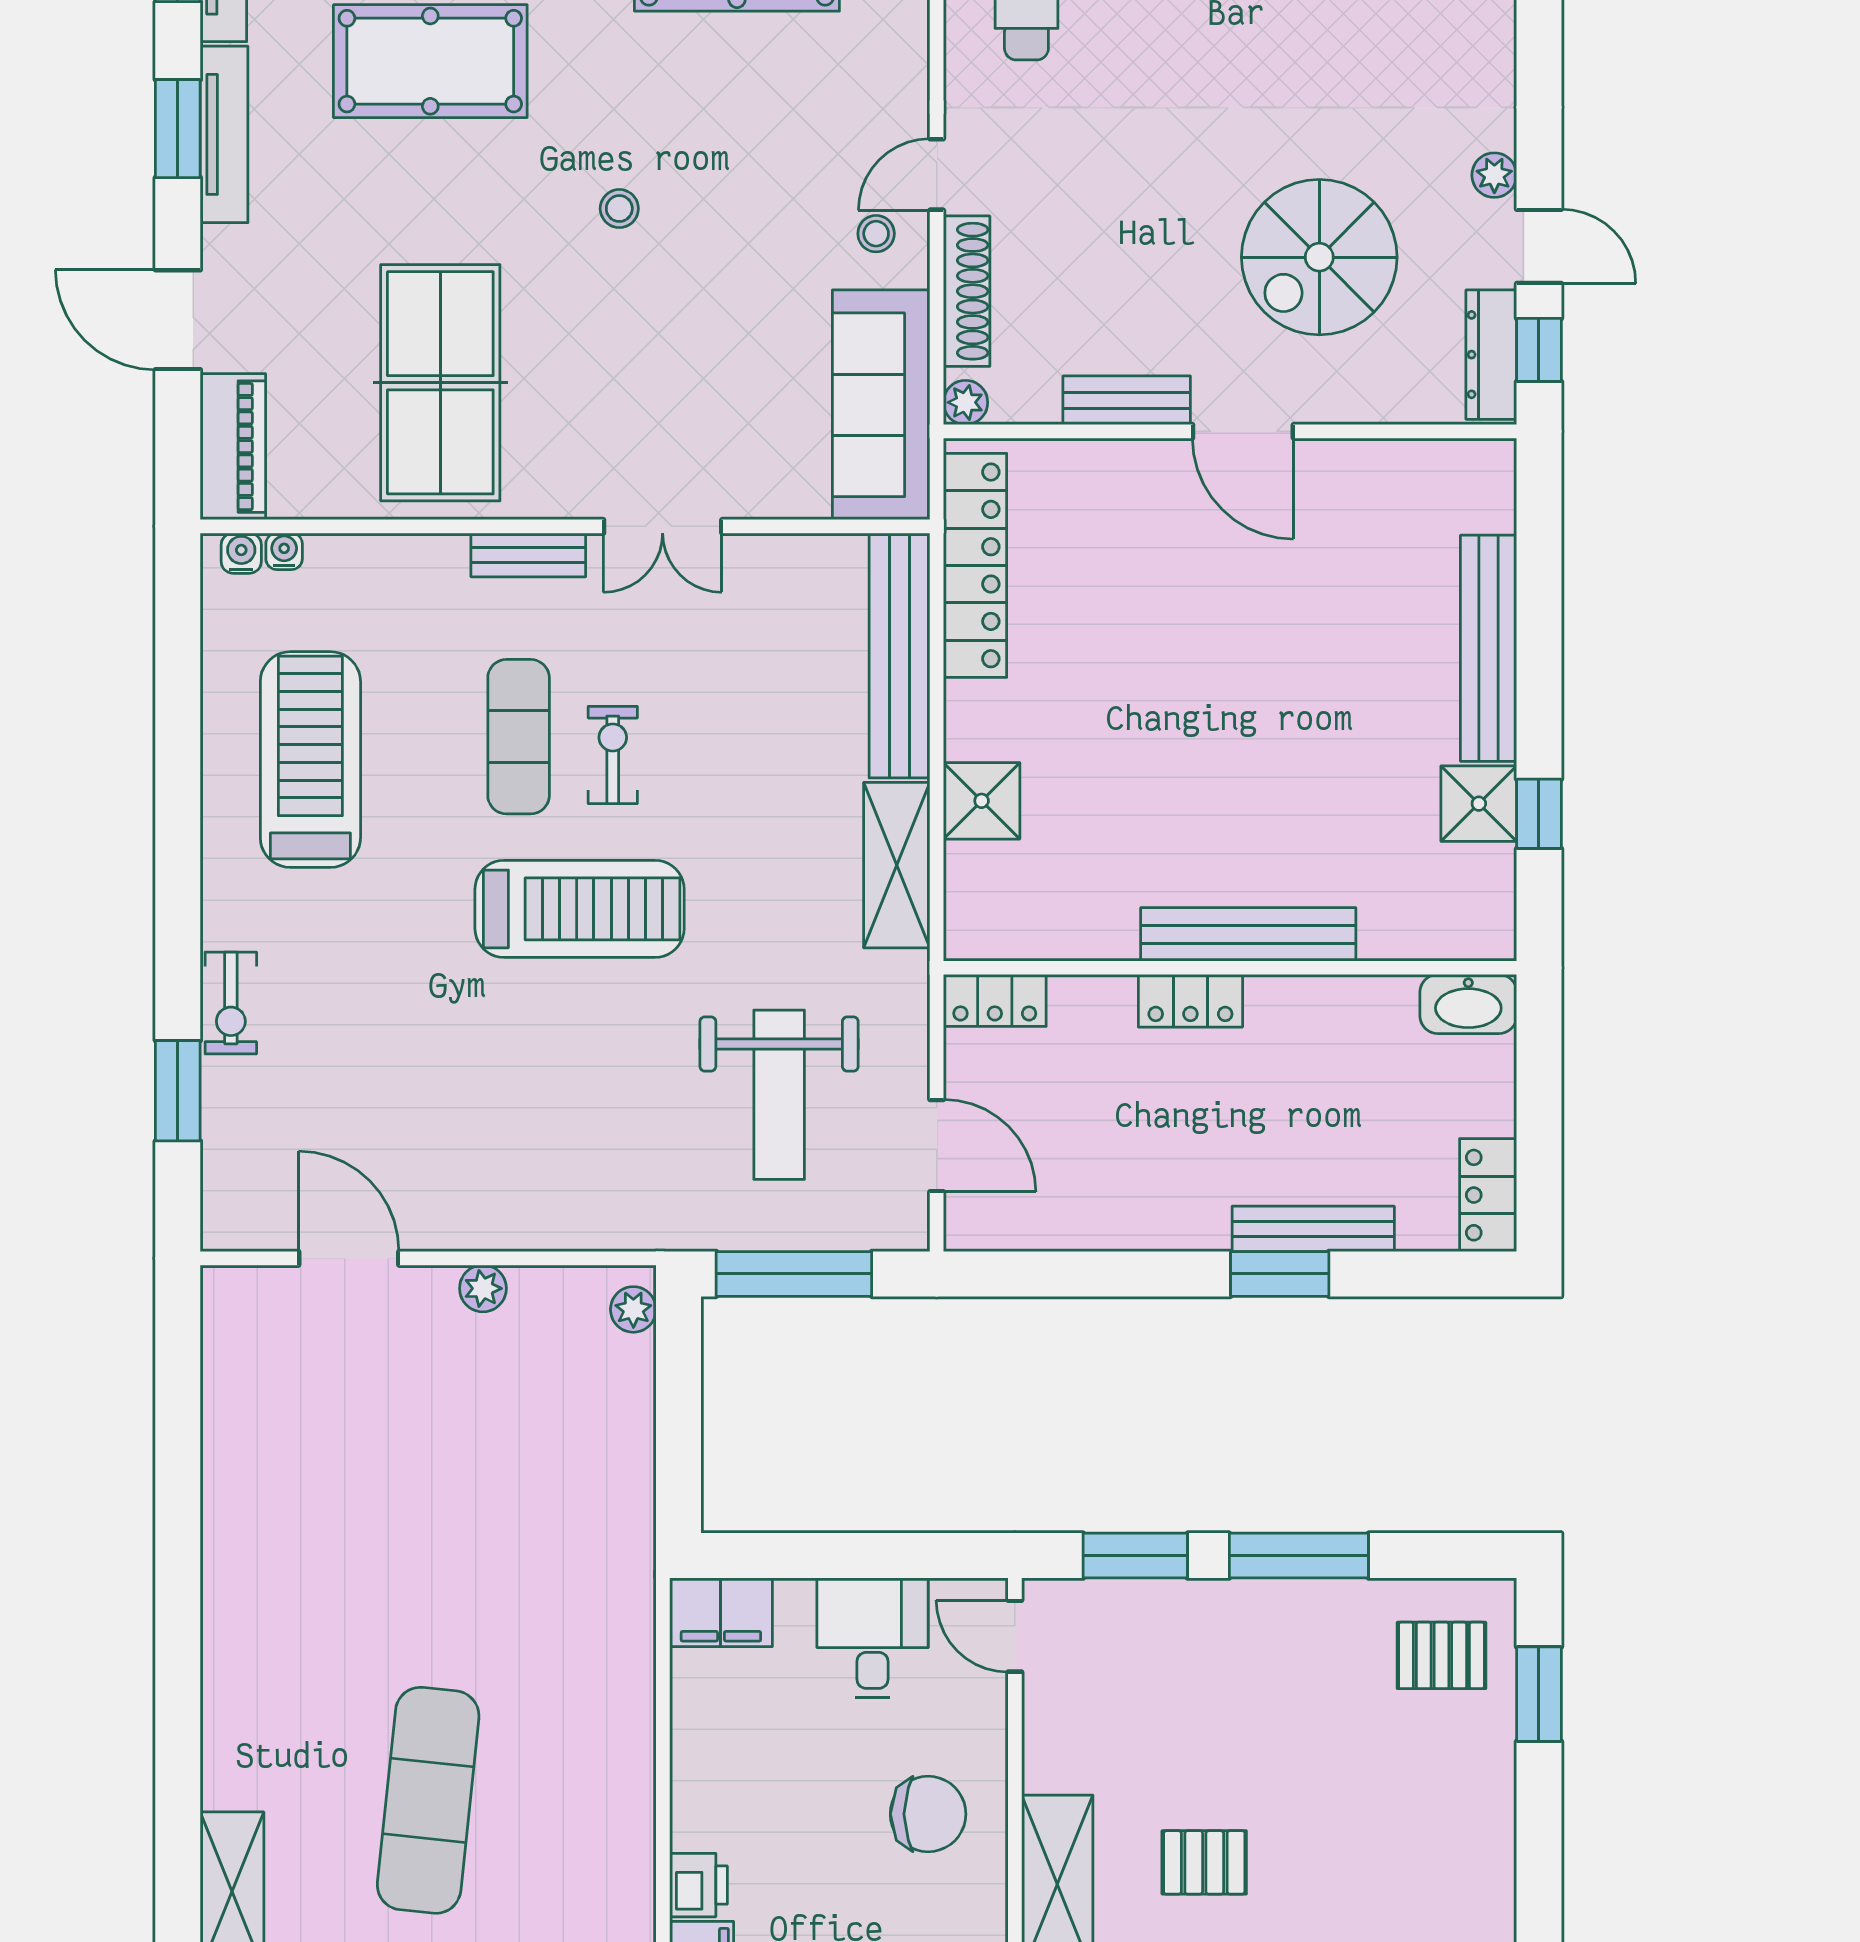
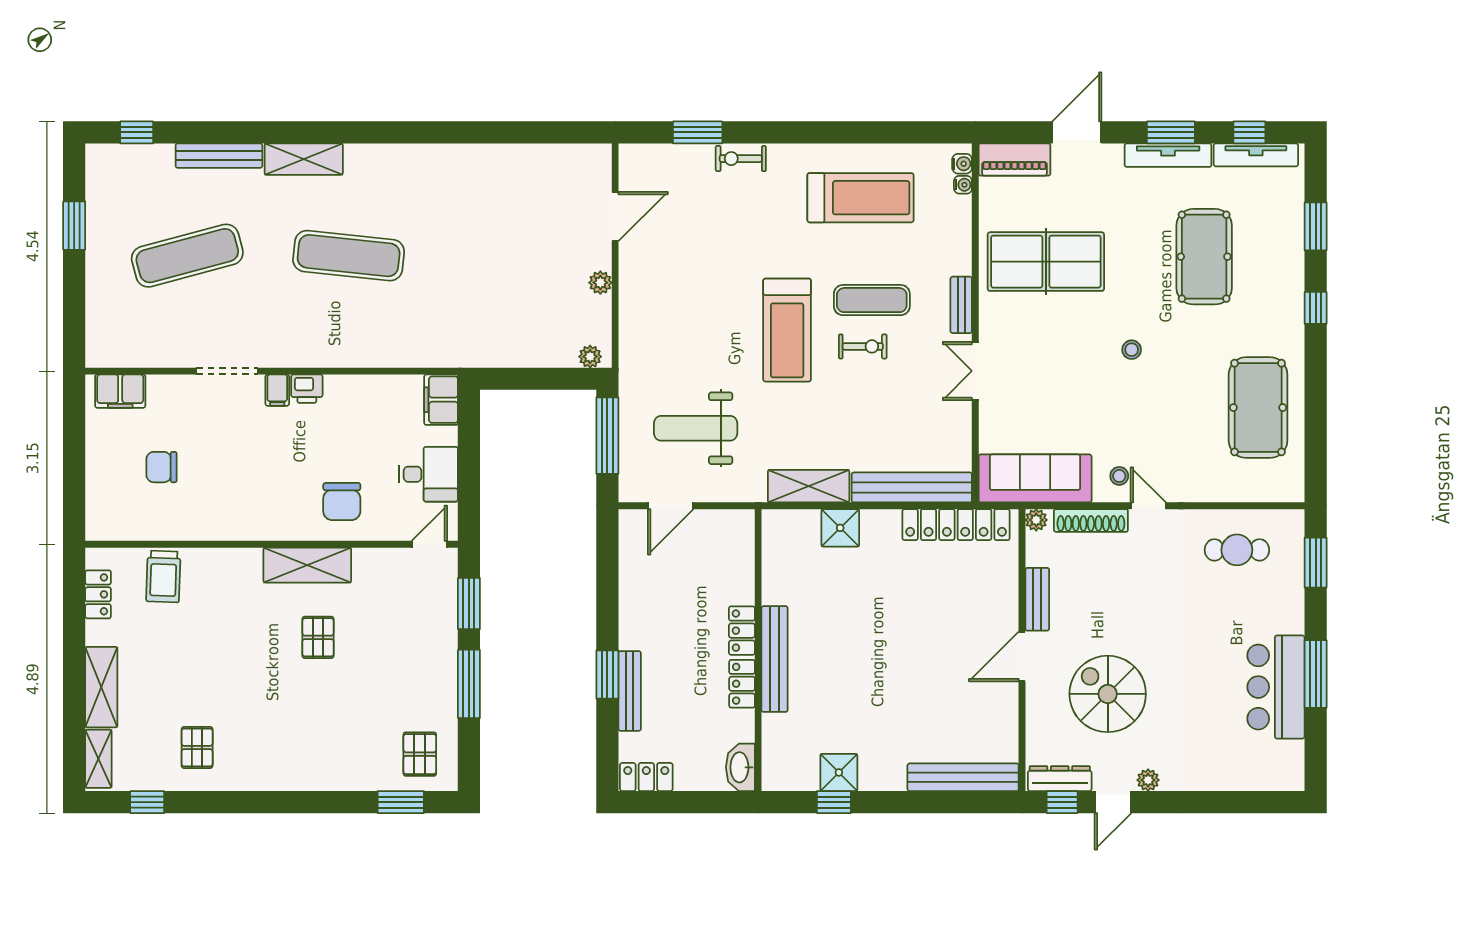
bench: (1489, 648) -> (963, 777), moved
locker: (995, 1000) -> (742, 684), moved

